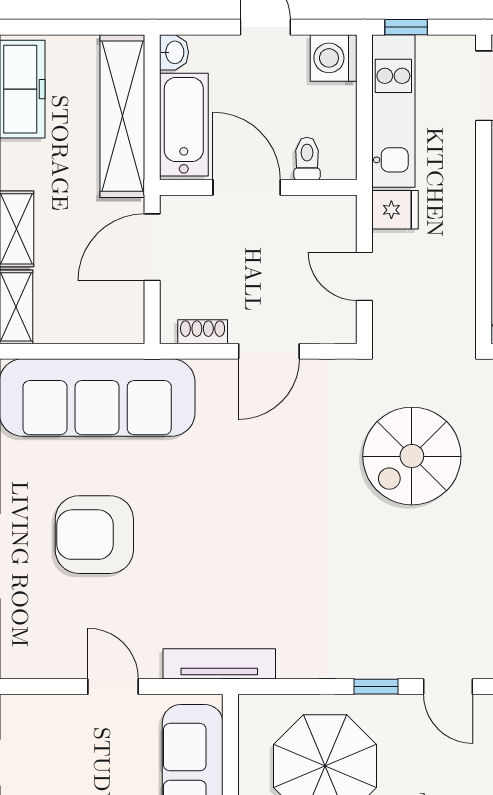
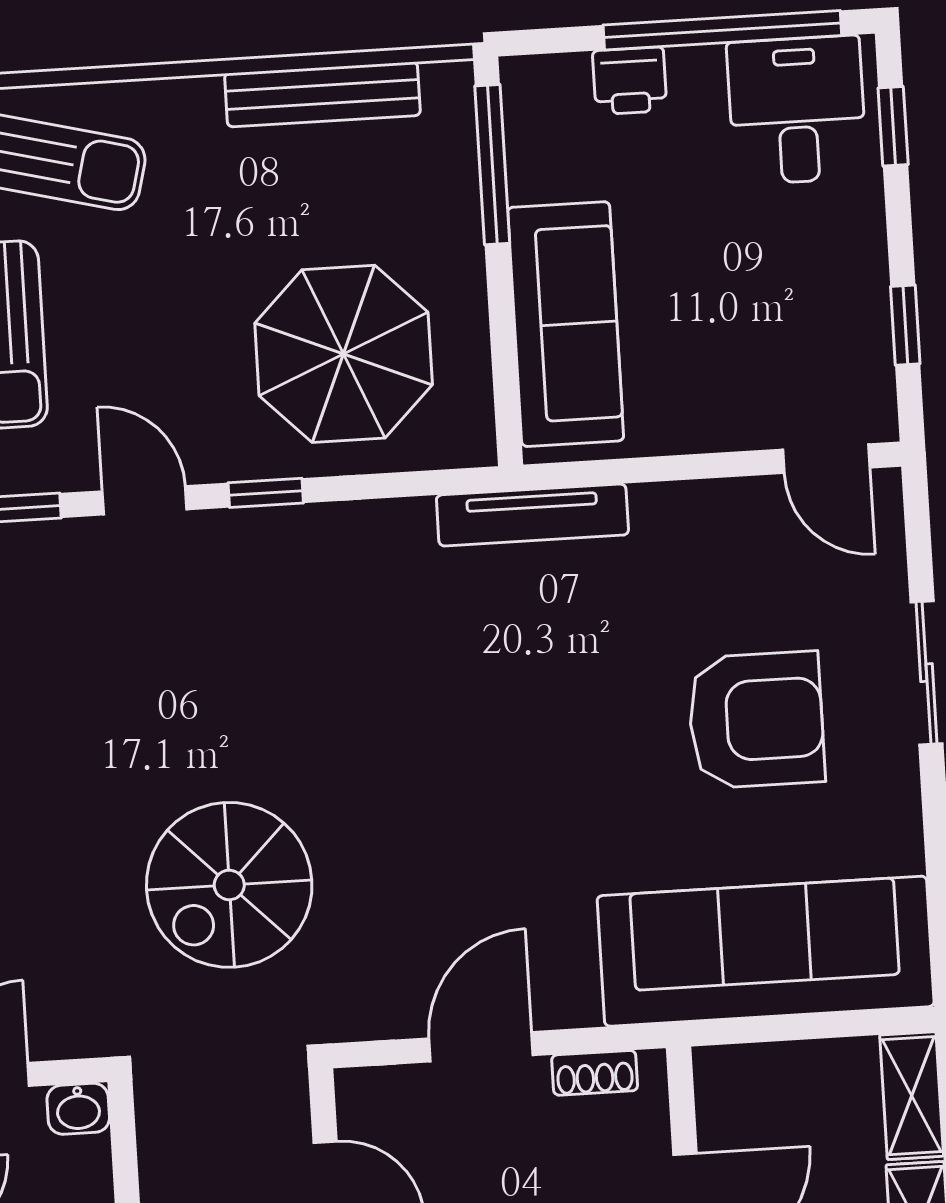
spiral stairs: (412, 456) -> (229, 885), turned 180
door: (113, 687) -> (826, 459), moved

